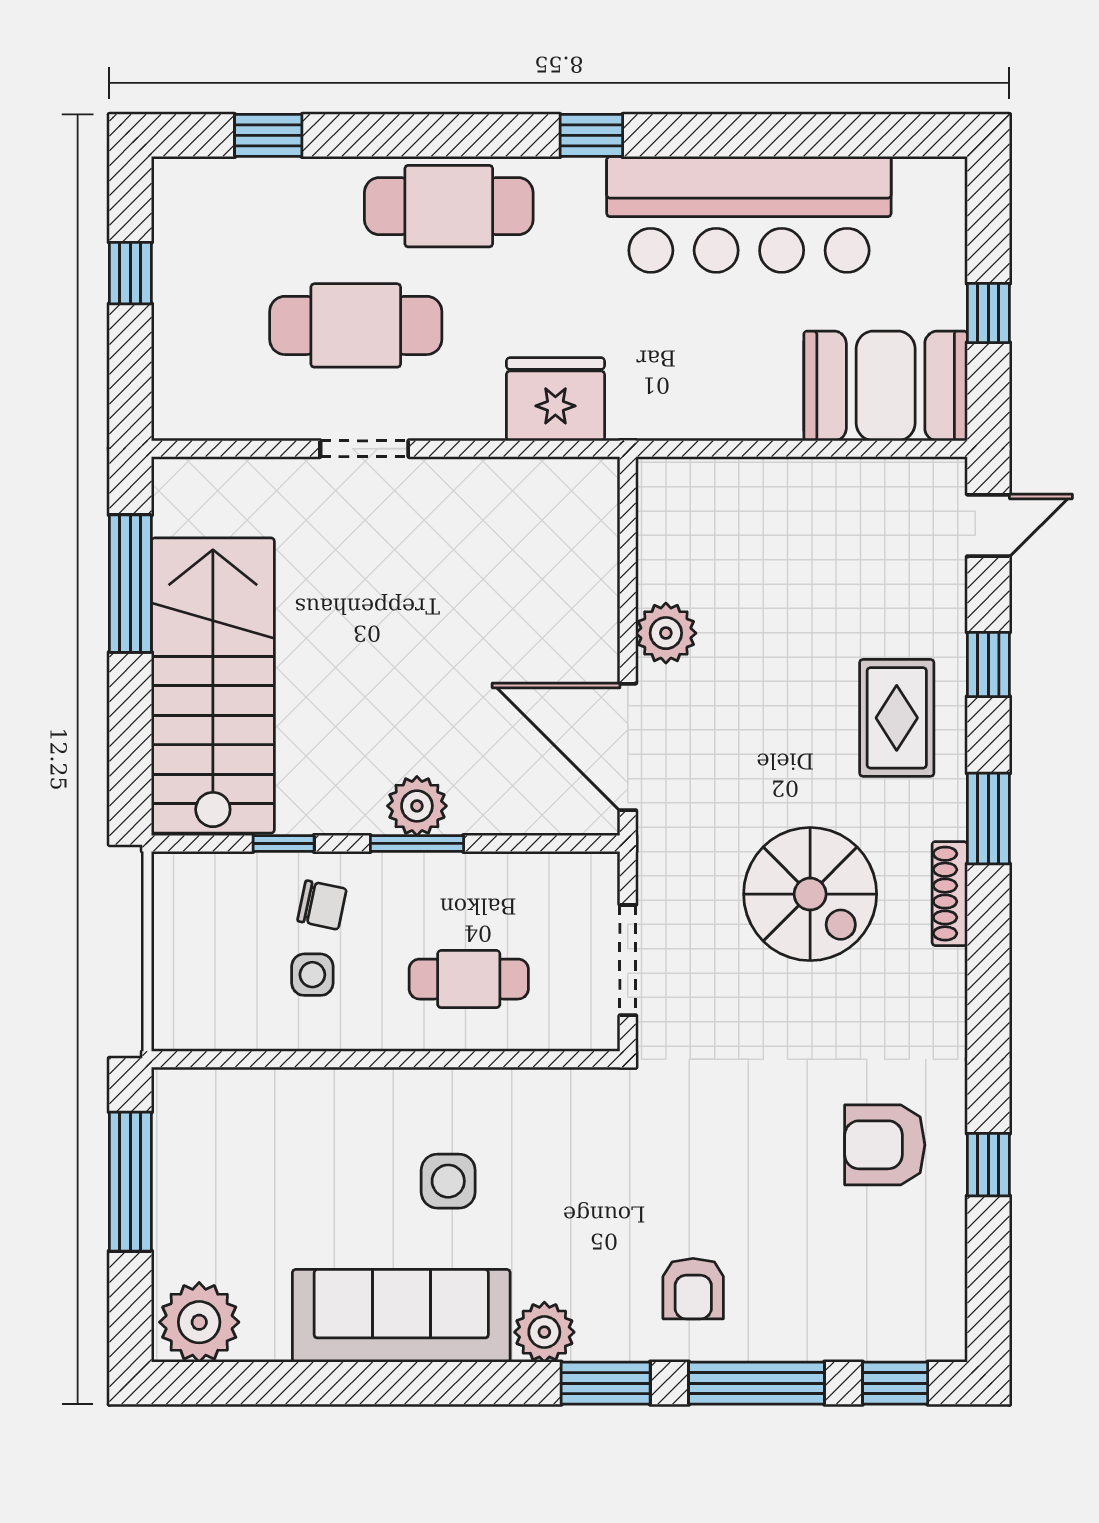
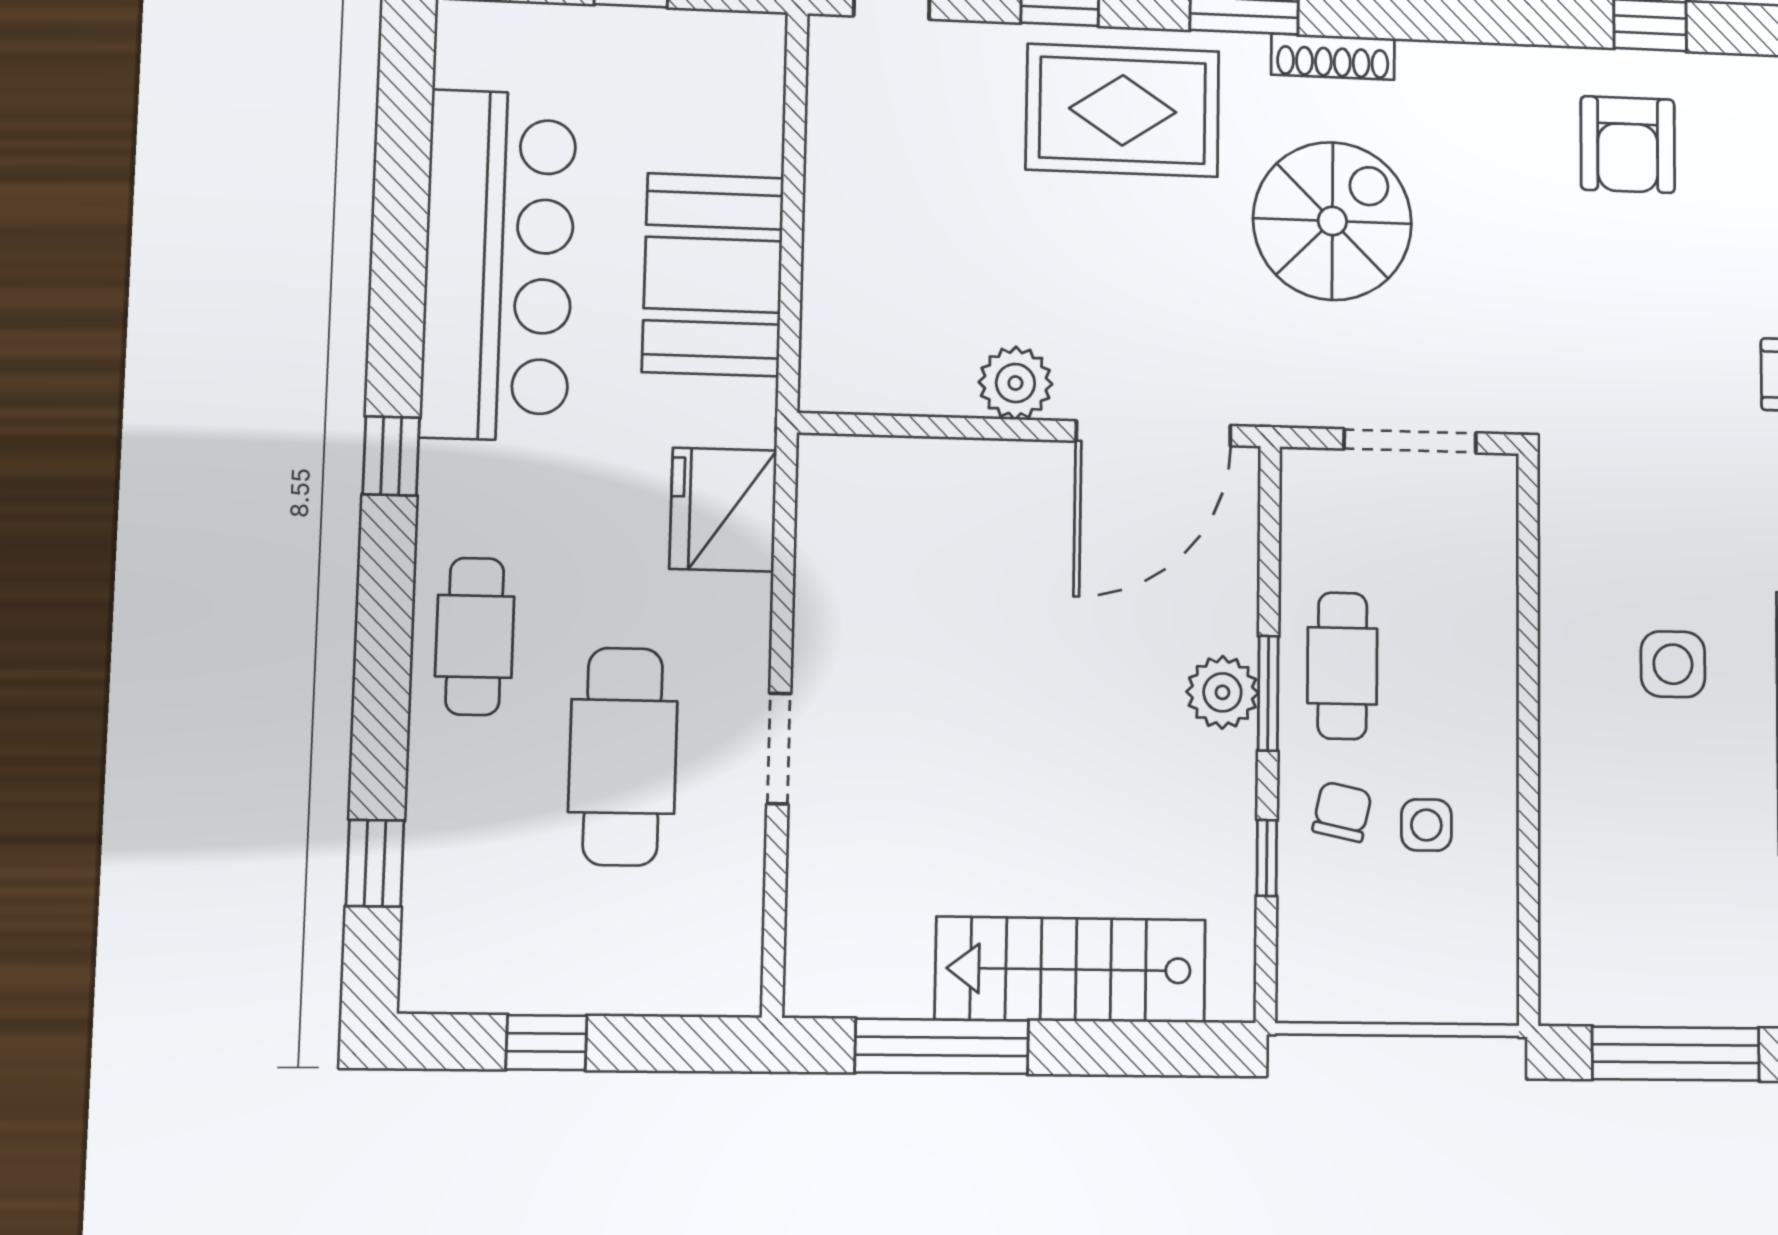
cafe table: (449, 206) -> (475, 636), width x0.73, depth x0.74
booth: (886, 386) -> (713, 275), moved
stairs: (213, 686) -> (1071, 969), width x0.73, depth x0.66
rug: (897, 718) -> (1123, 110), width x1.36, depth x1.43
cafe table: (469, 979) -> (1342, 666), moved

